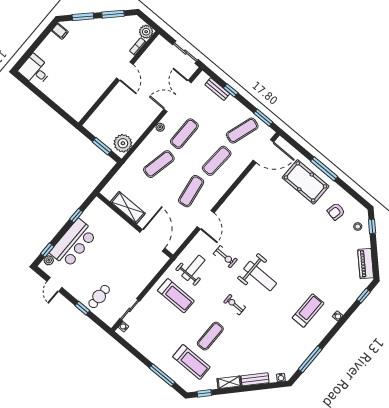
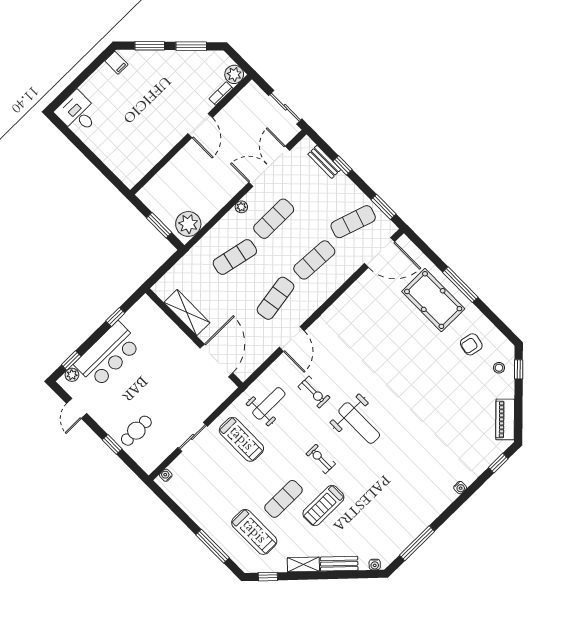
sliding door: (130, 310) -> (193, 437), moved
treadmill: (308, 311) -> (323, 506), moved, turned 180

